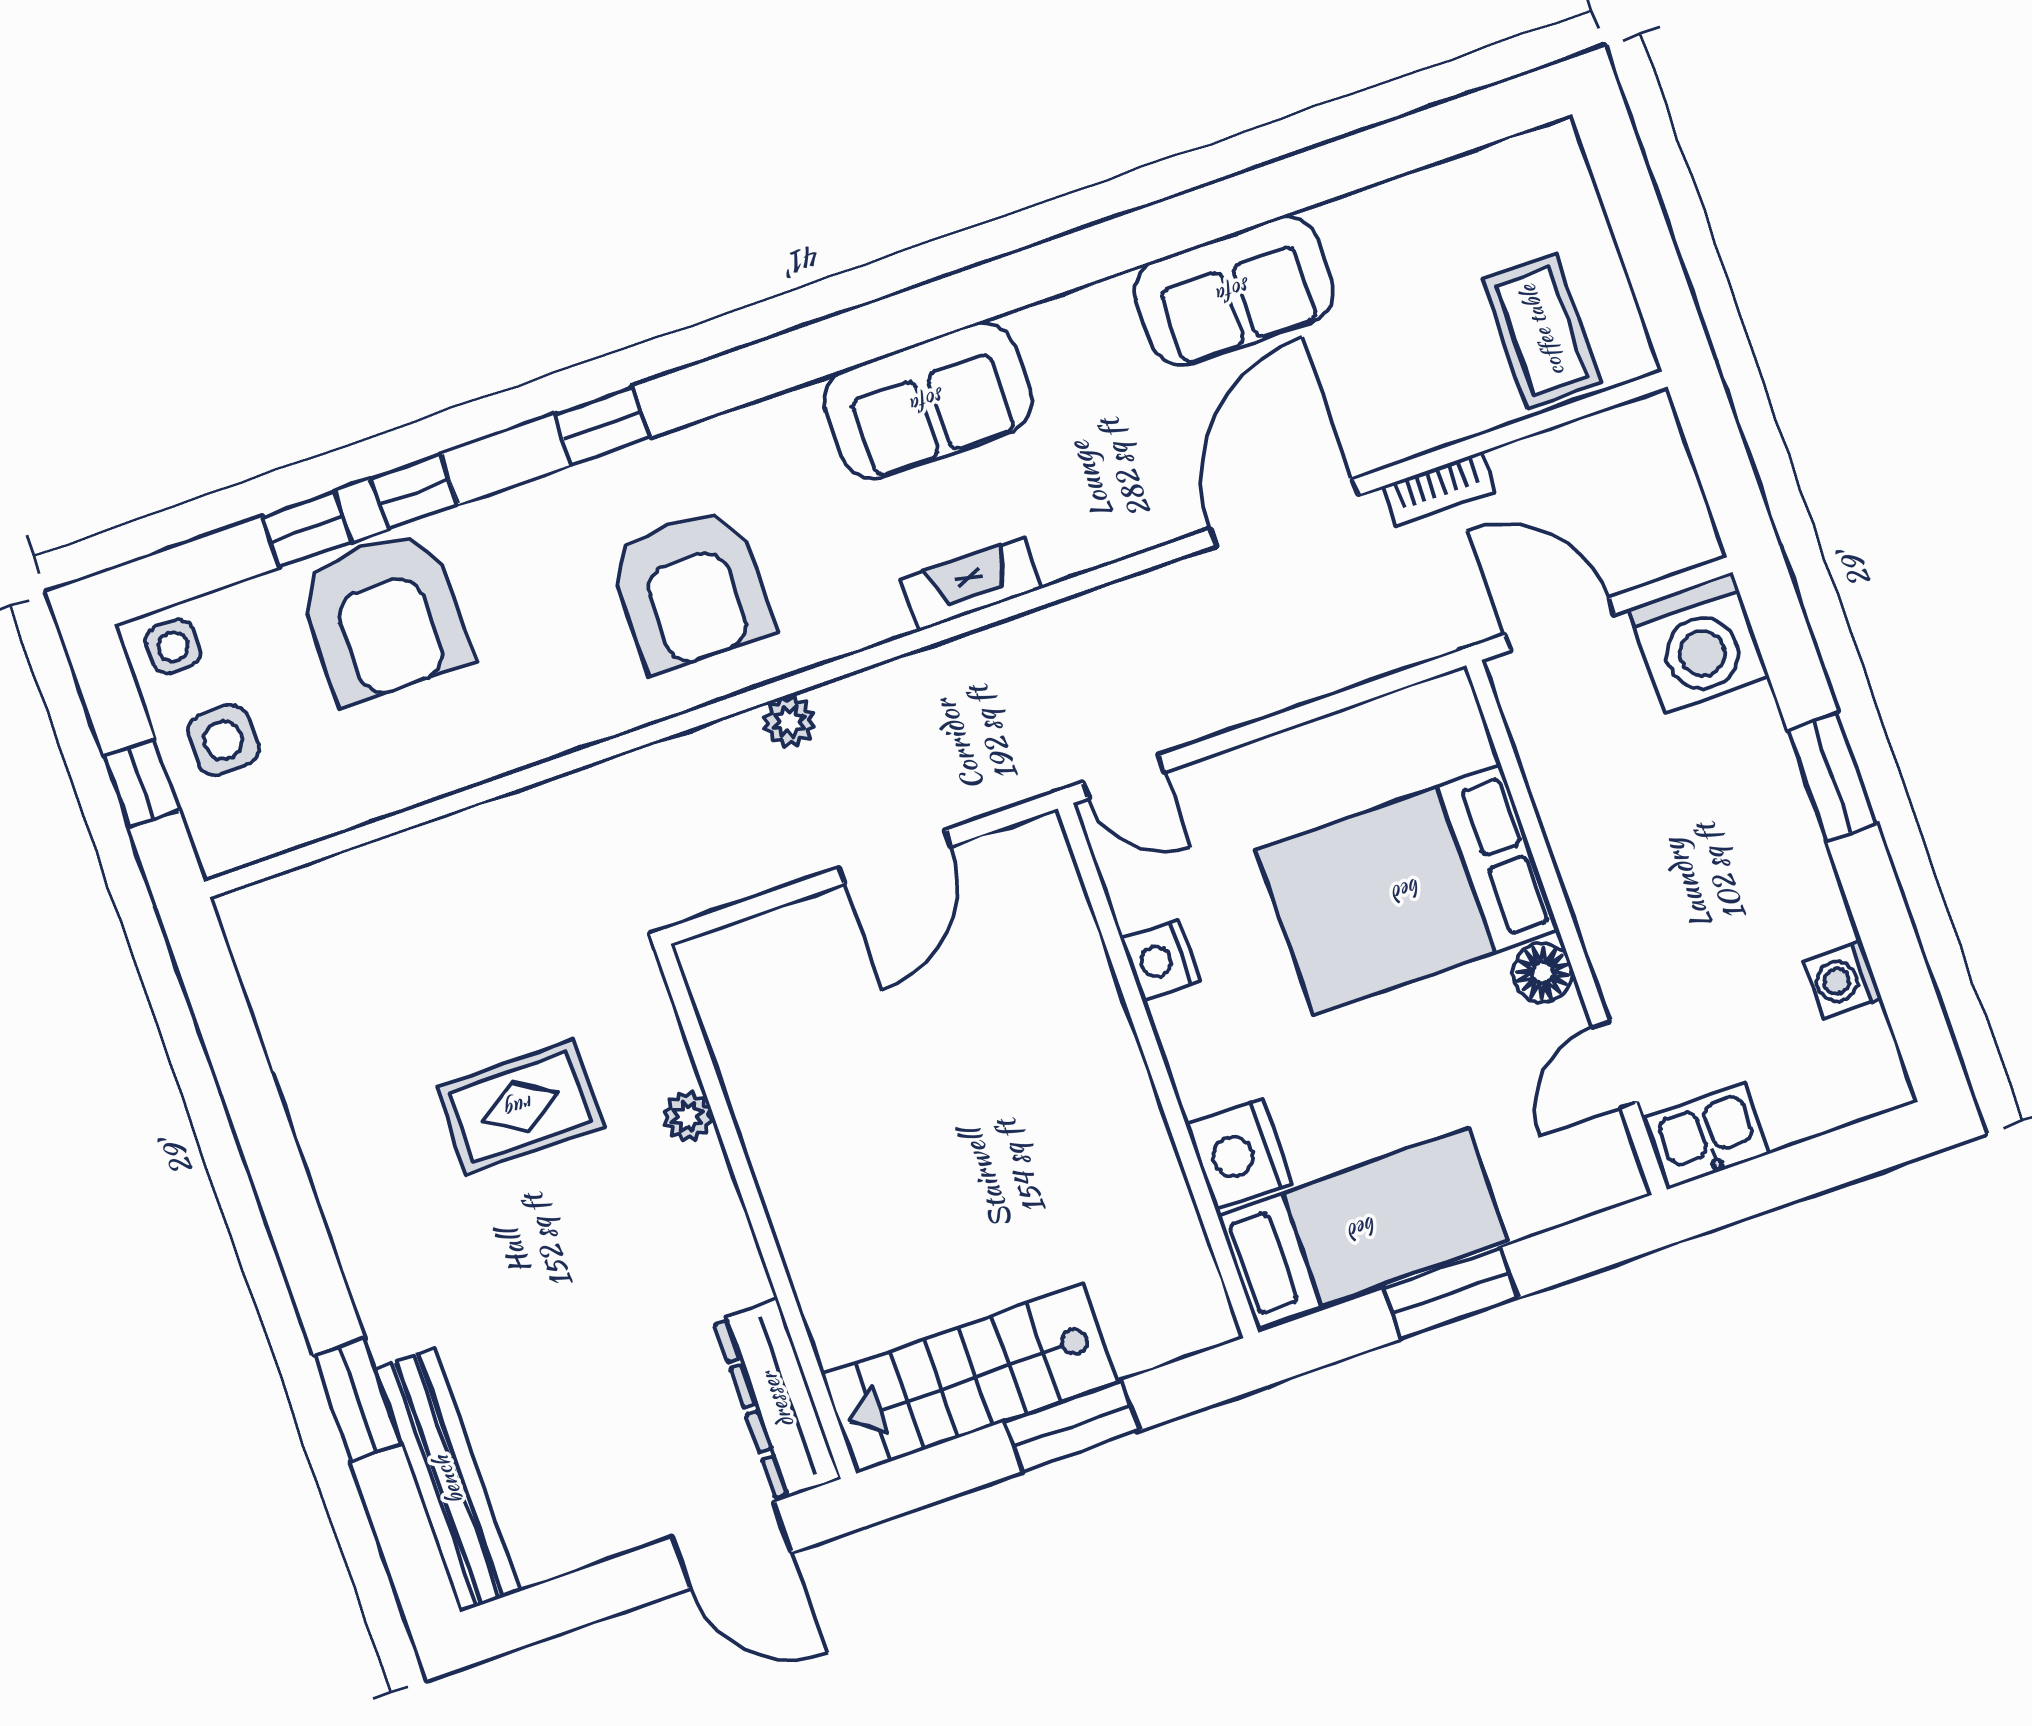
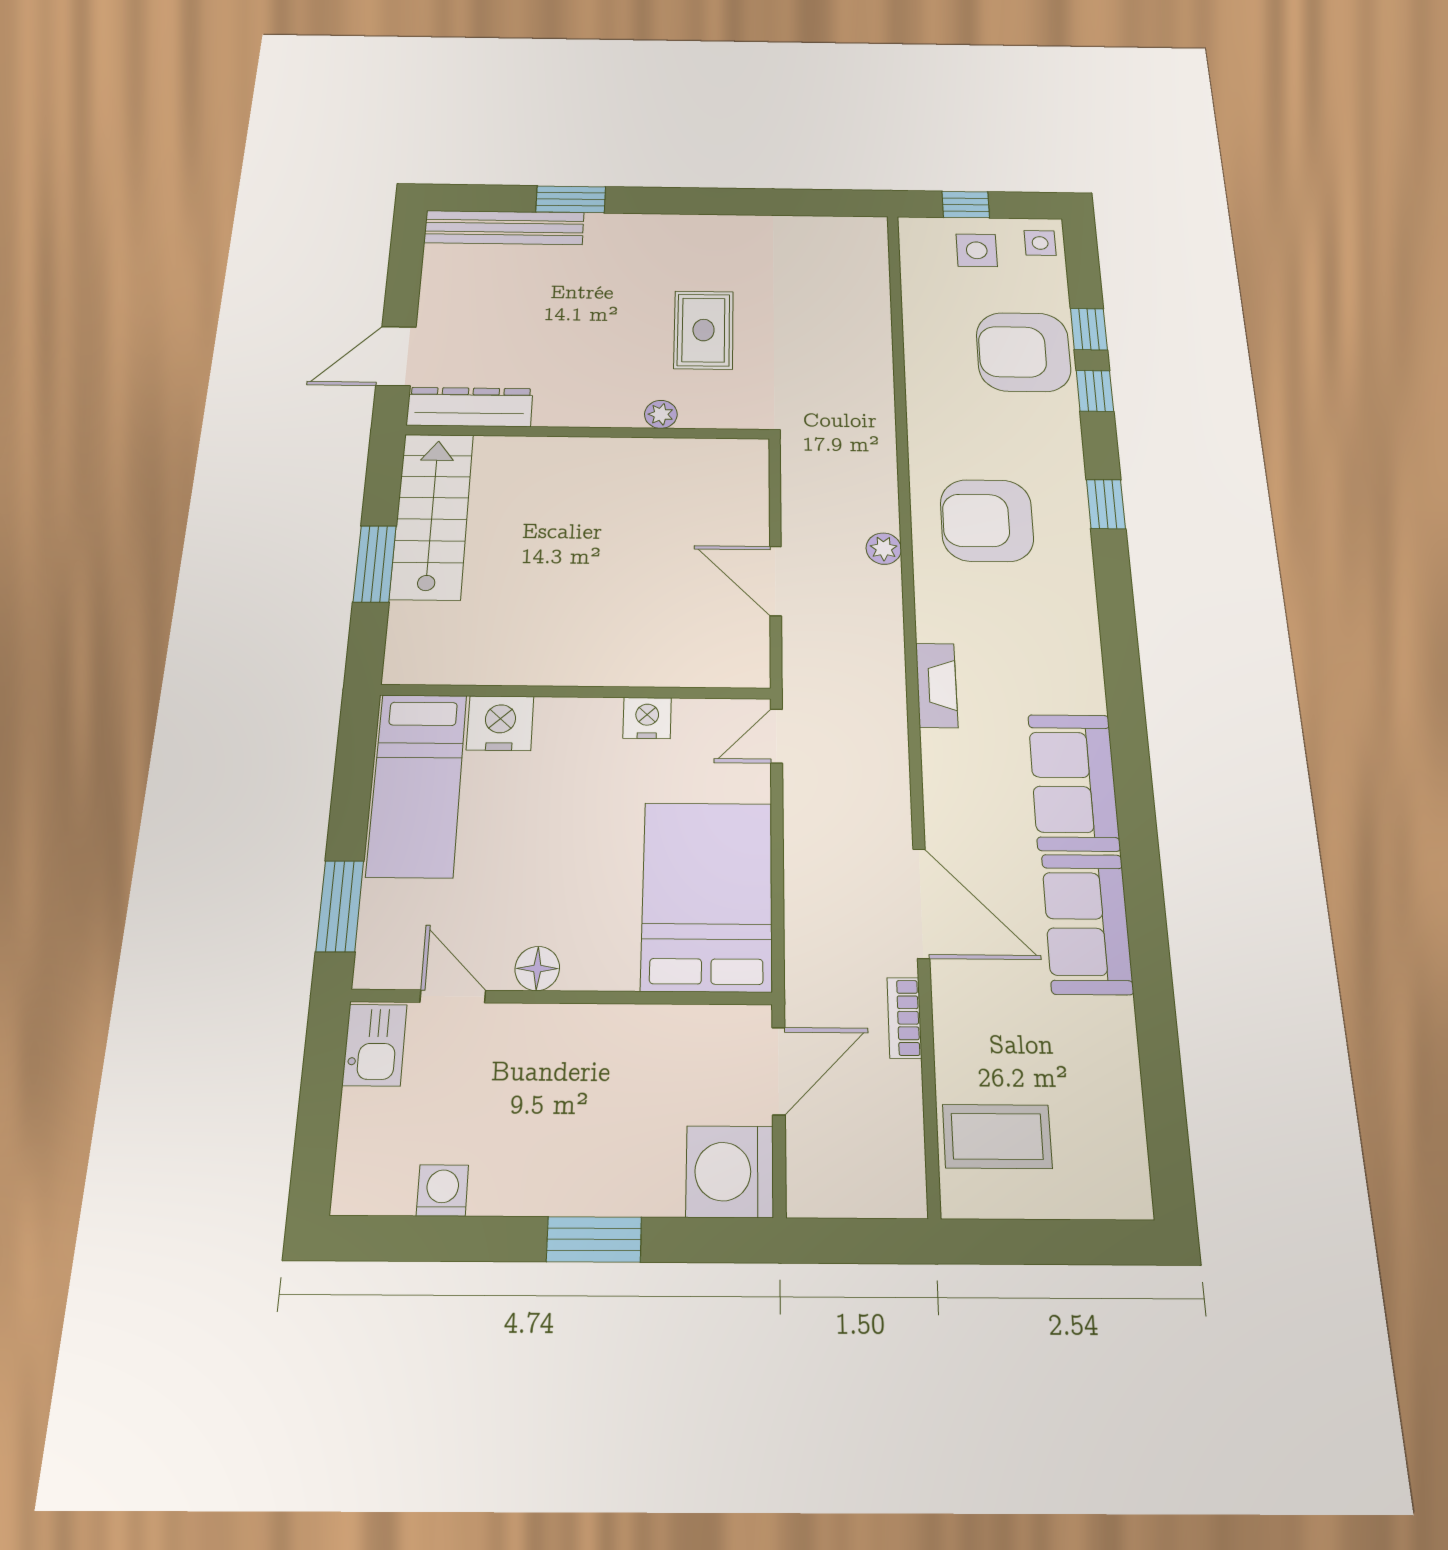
sofa: (928, 401) -> (1074, 782), moved
bed: (1407, 890) -> (707, 896), moved
window: (1451, 1293) -> (340, 906), moved

